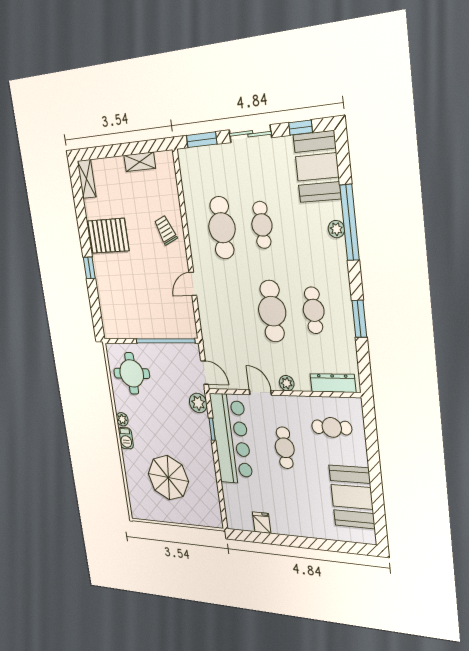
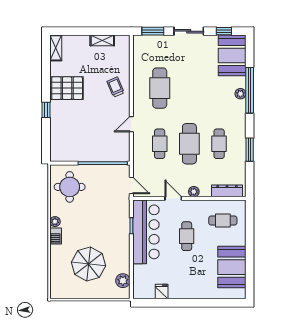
cafe table: (262, 225) -> (160, 144), moved
plant: (198, 403) -> (123, 281), moved

